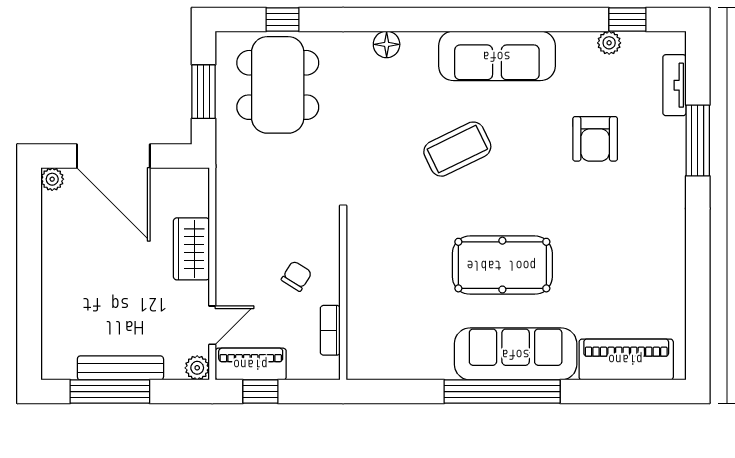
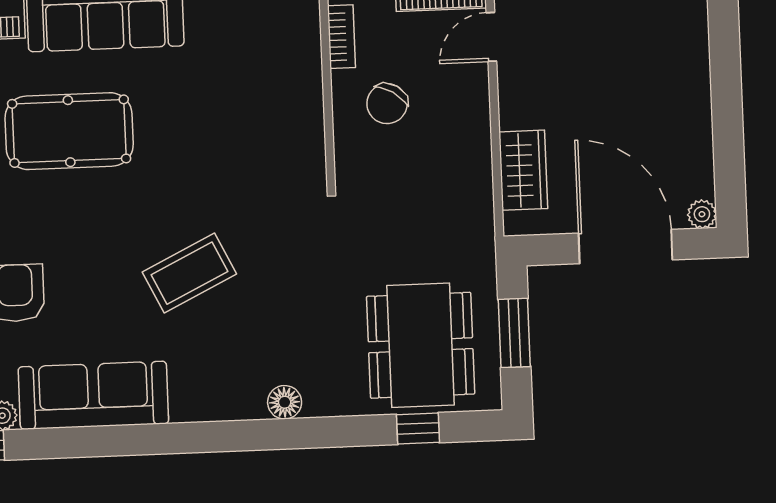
sofa: (497, 56) -> (93, 395), moved
wardrobe: (191, 249) -> (523, 170), moved
pool table: (502, 265) -> (69, 131), moved
chair: (296, 276) -> (387, 104), width x1.37, depth x1.37

